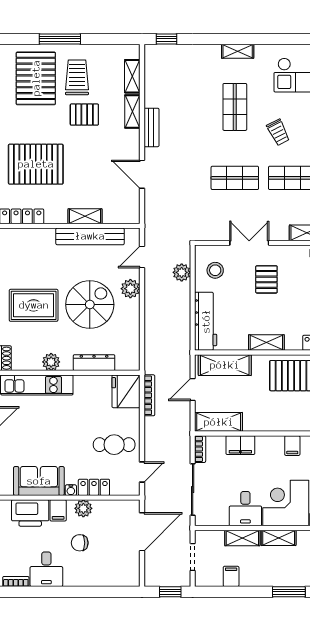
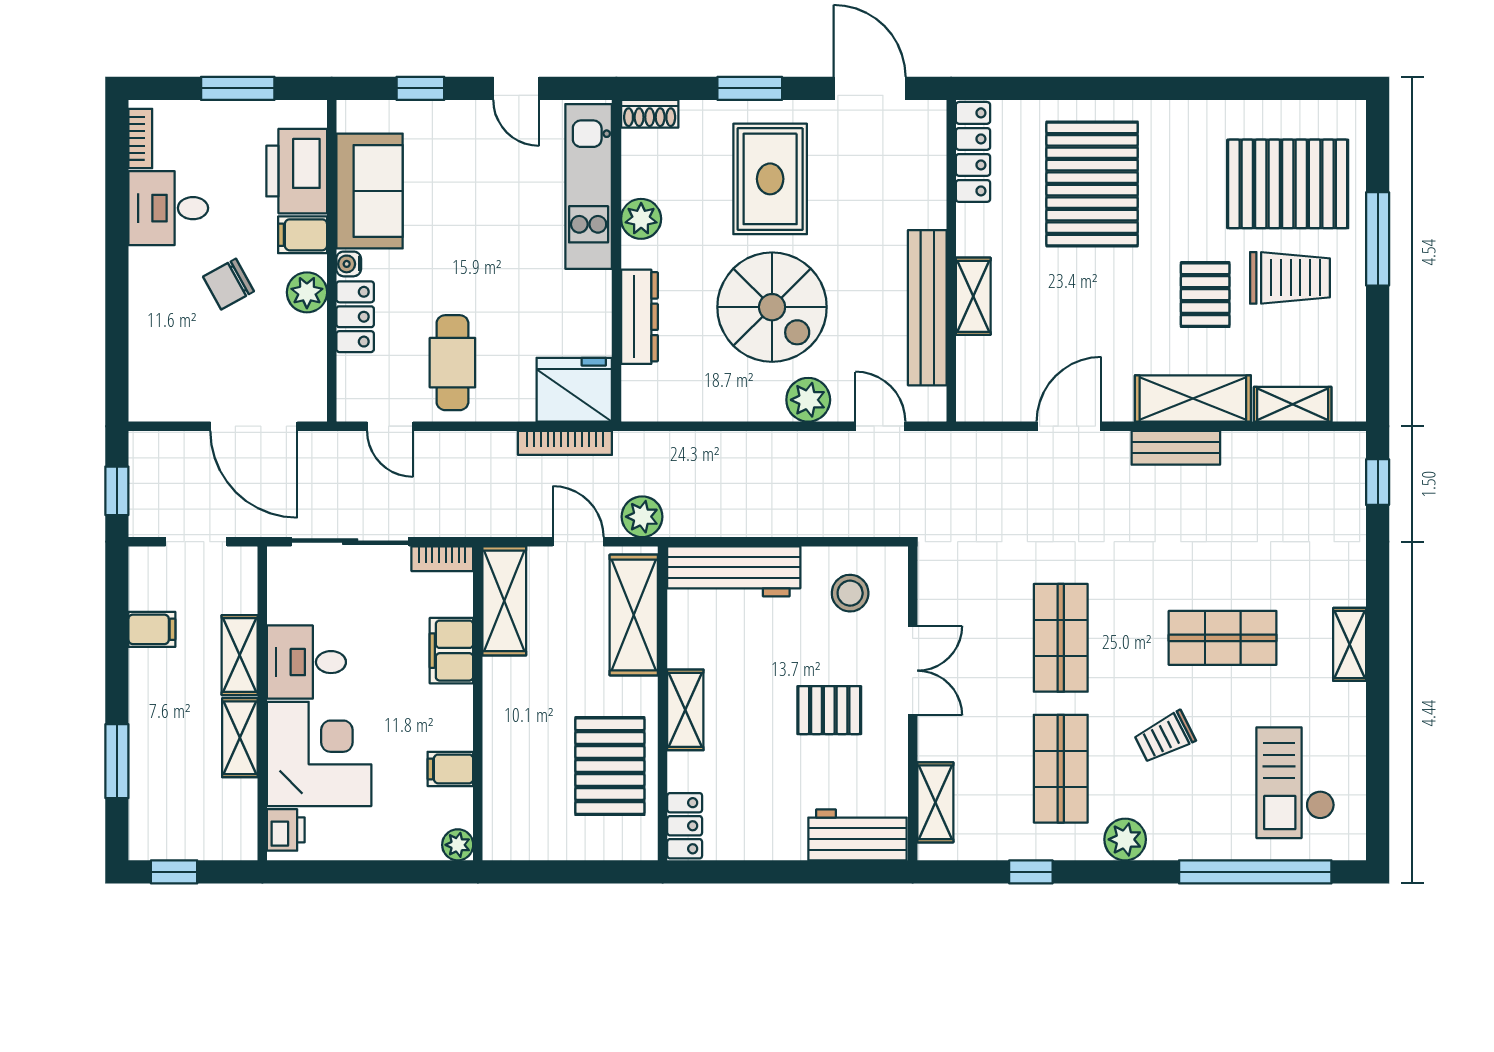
shelving: (132, 111) -> (1193, 398), width x1.50, depth x1.33
plant: (182, 272) -> (642, 517), moved
chair: (80, 543) -> (229, 284), turned -119

